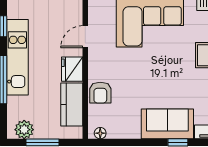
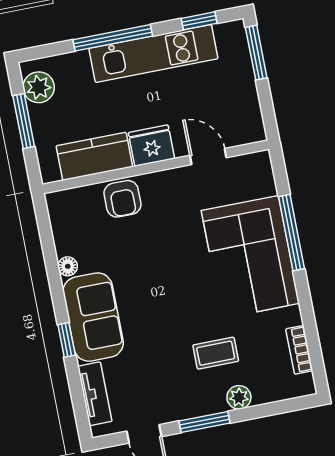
armchair: (100, 93) -> (122, 199), turned -90
floor lamp: (100, 133) -> (68, 266), moved

